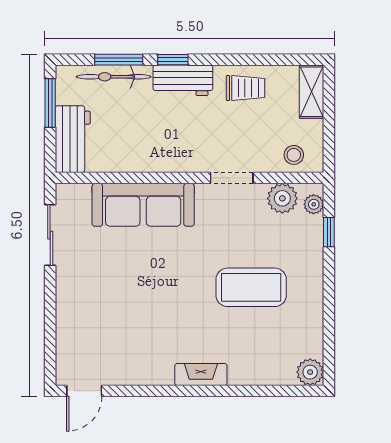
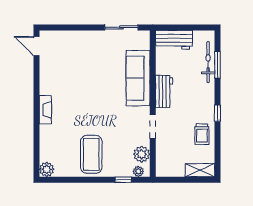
window: (173, 60) -> (217, 113), moved
workbench: (183, 80) -> (164, 91), moved, turned 180
window: (50, 103) -> (194, 27), removed
stool: (294, 155) -> (165, 160), removed
coffee table: (251, 287) -> (91, 154), moved

